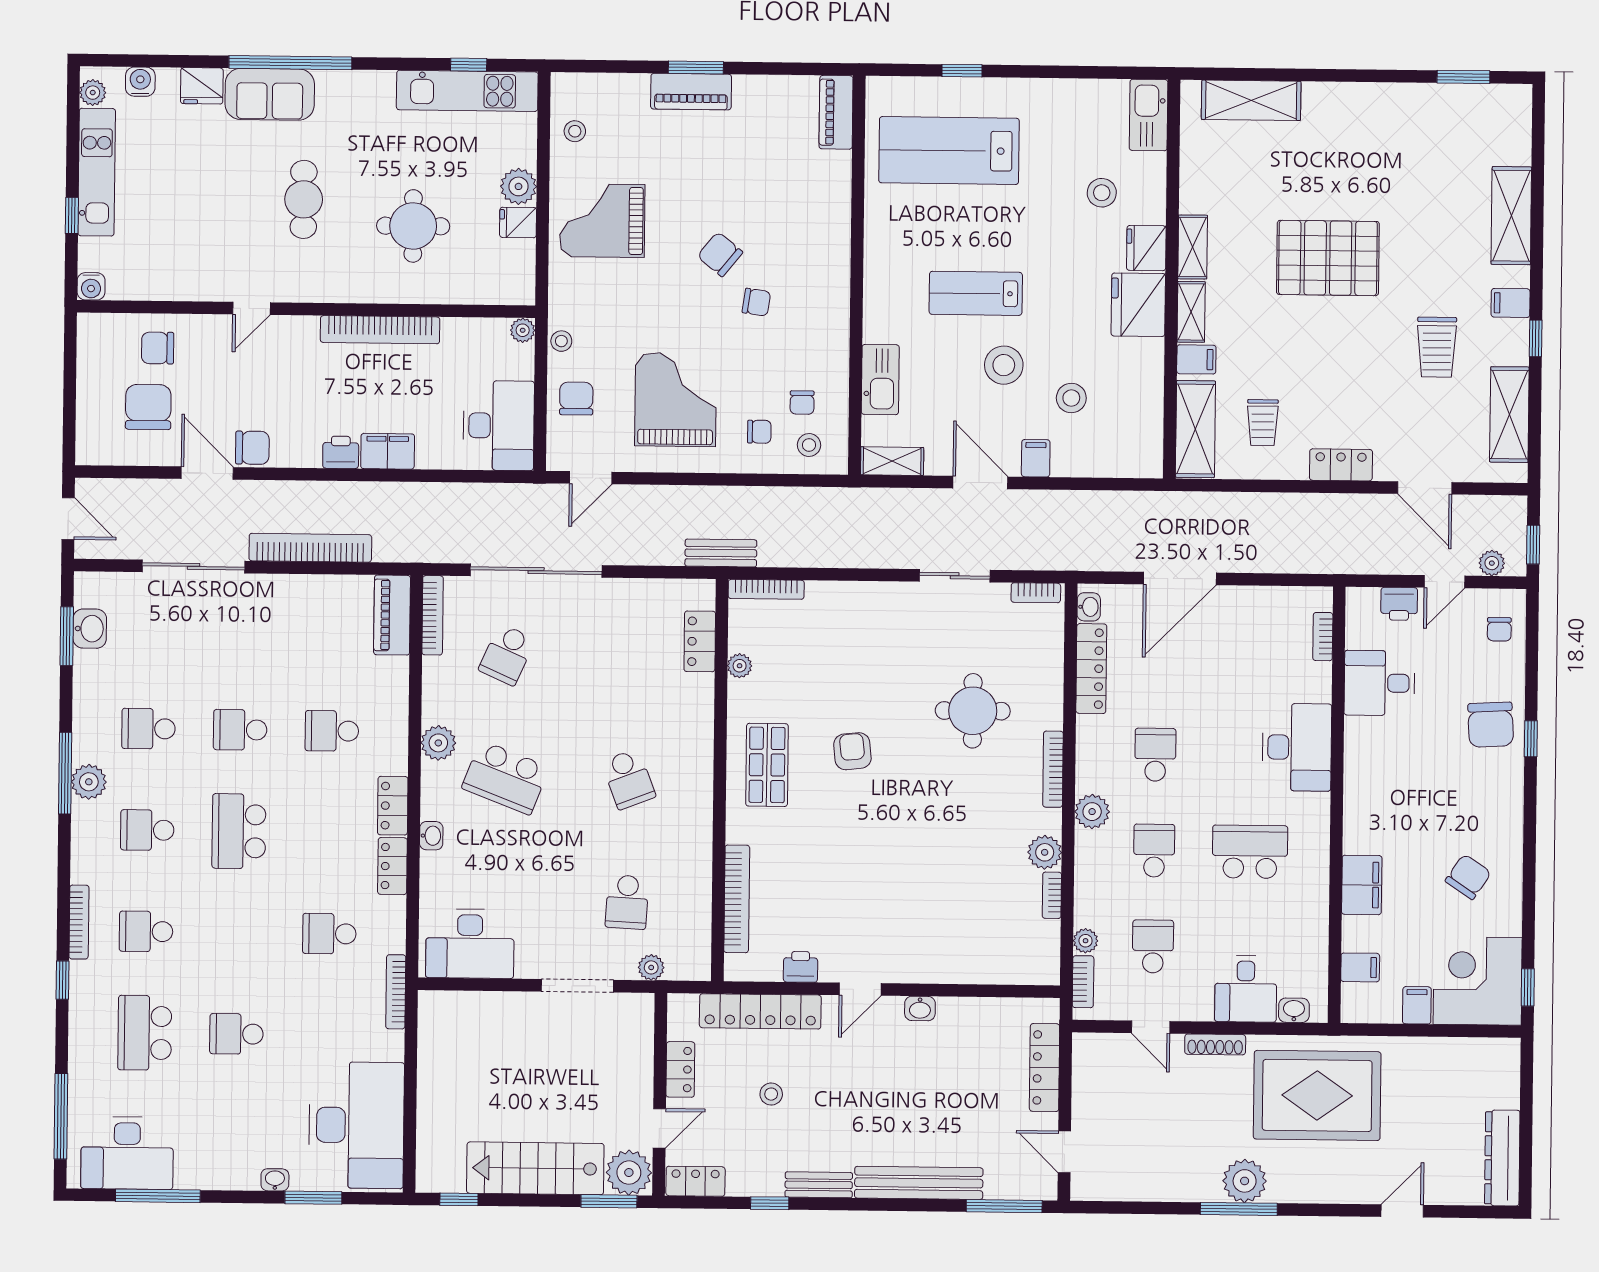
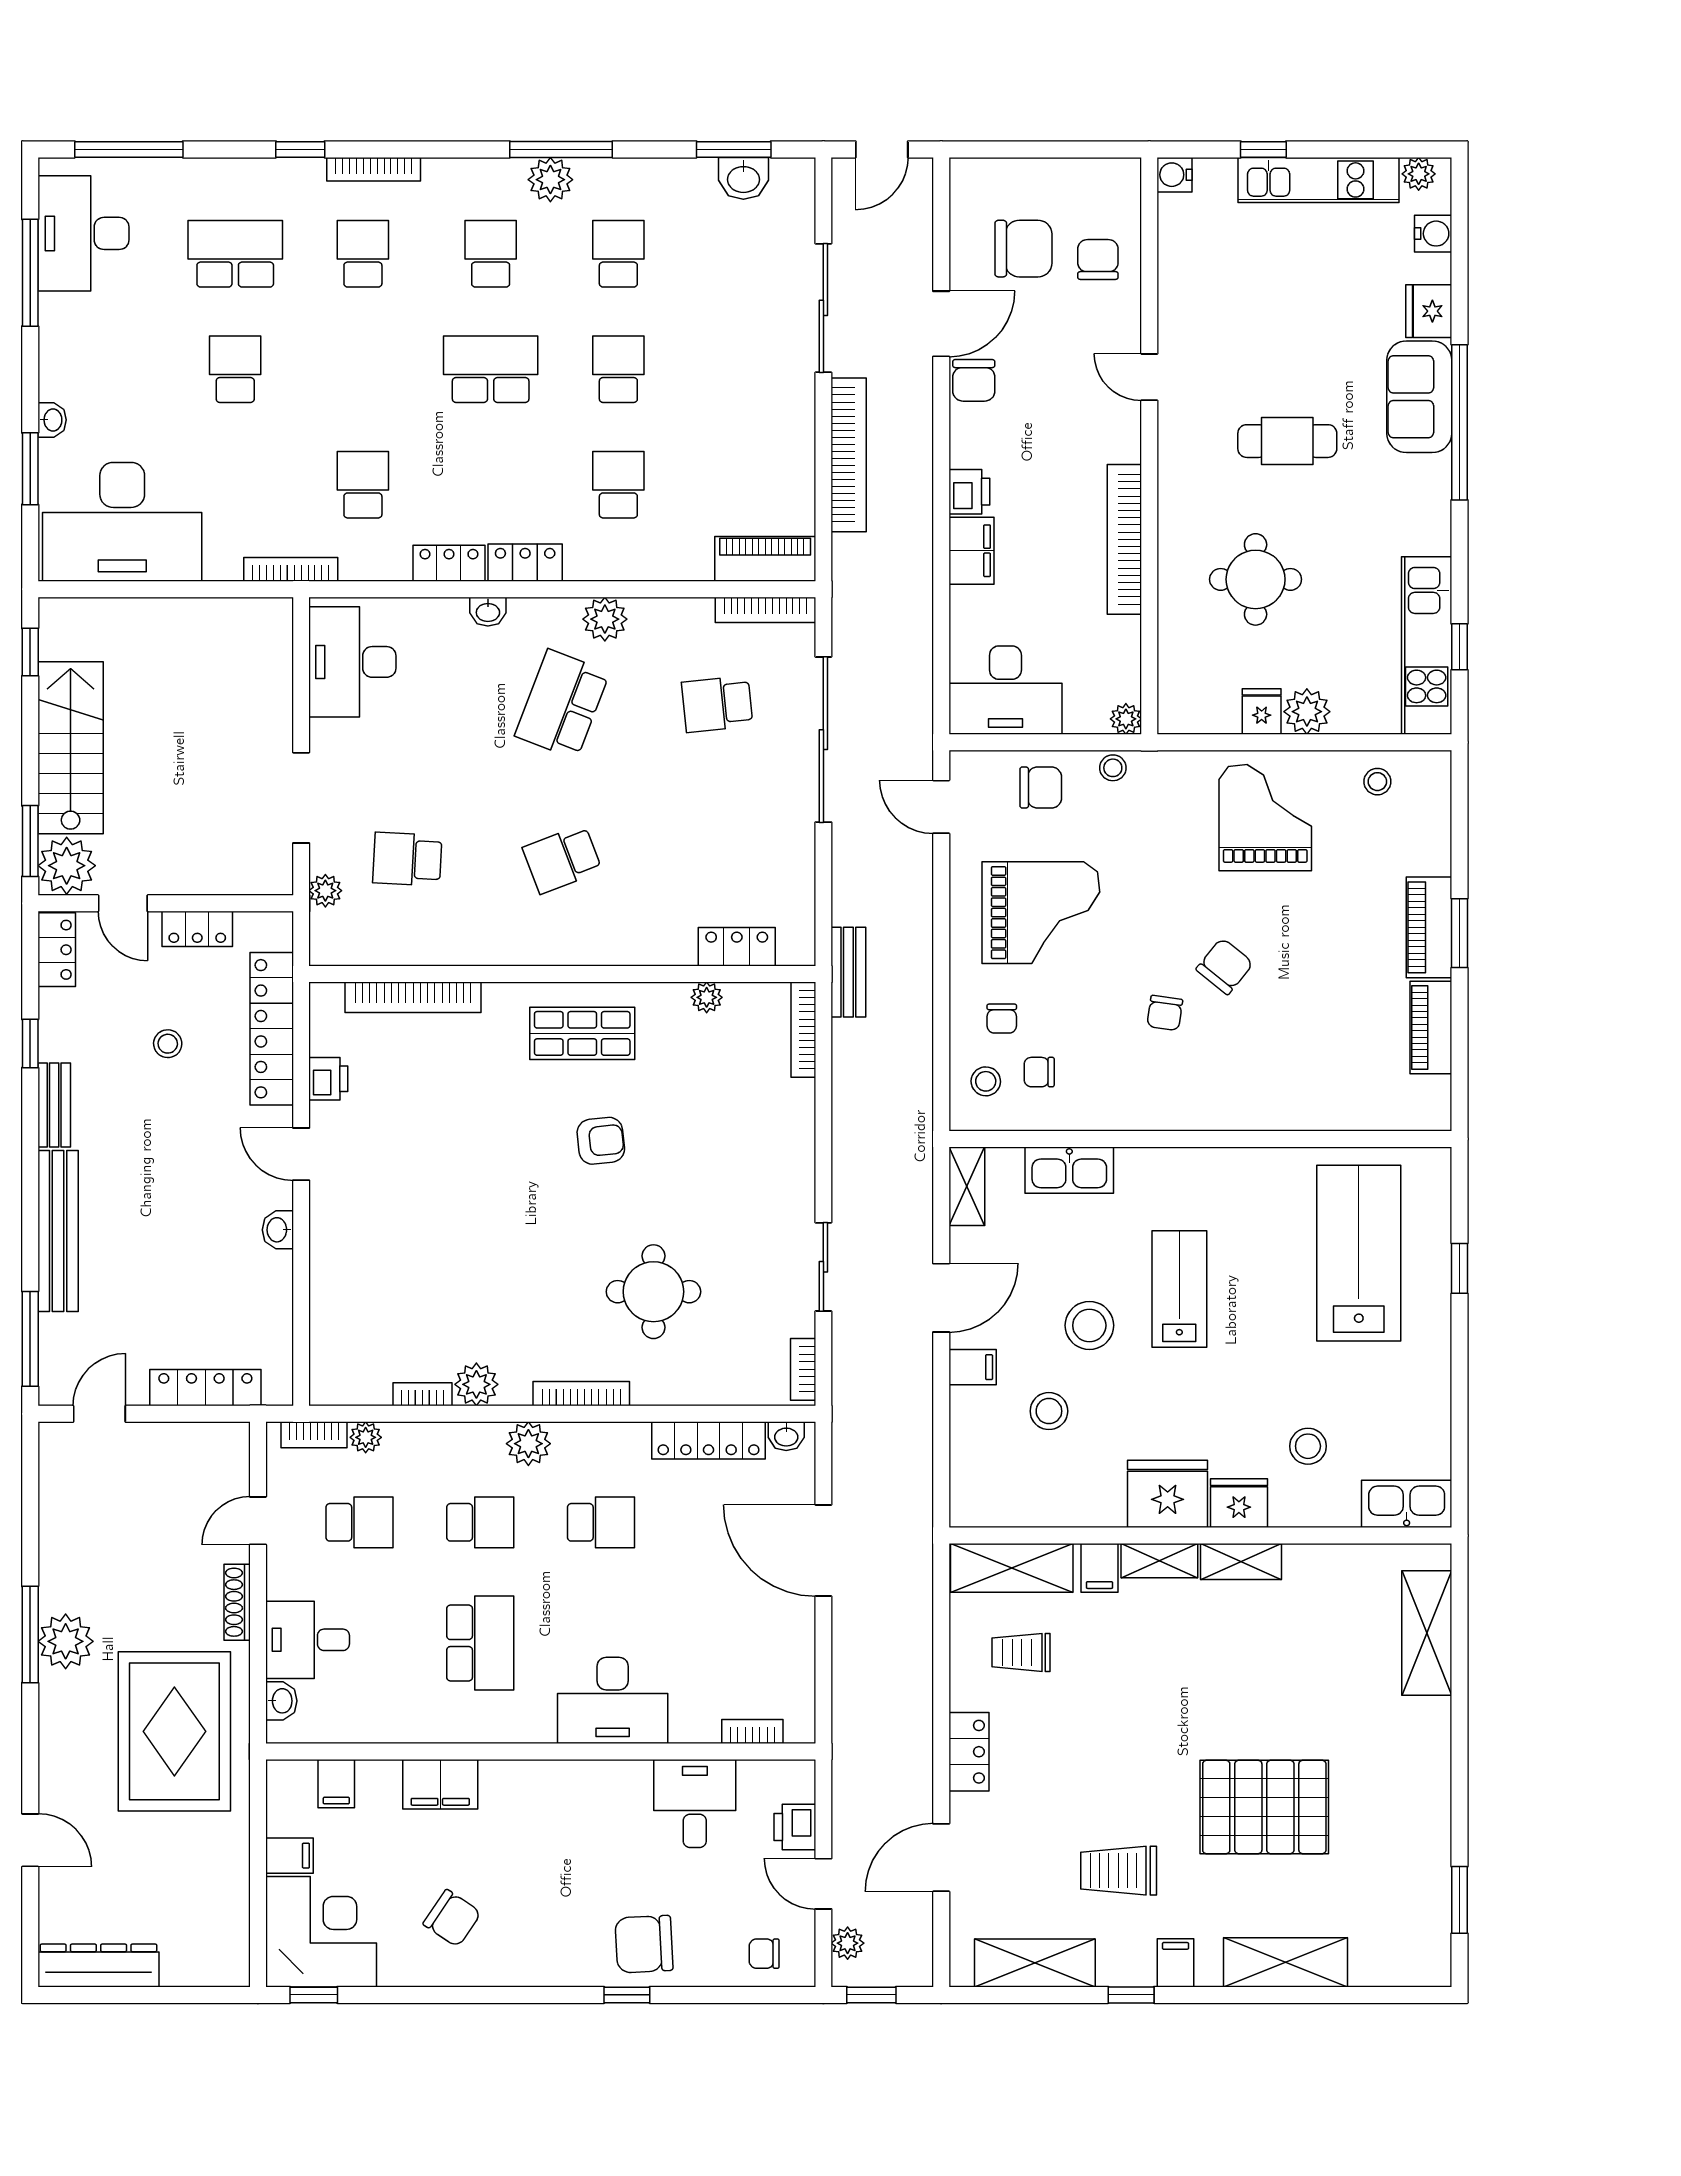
piano: (836, 112) -> (1431, 1028), moved, turned -90
pallet: (1328, 258) -> (1264, 1807), moved, turned 90
school desk: (507, 655) -> (717, 704), turned -30

